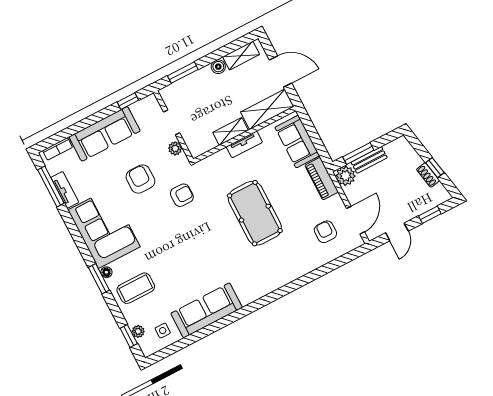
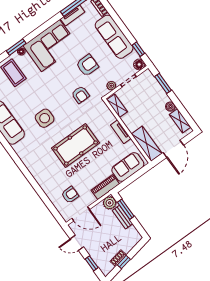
floor lamp: (150, 103) -> (139, 64), added
shelving: (231, 131) -> (117, 106), moved
side table: (209, 252) -> (45, 118), added

